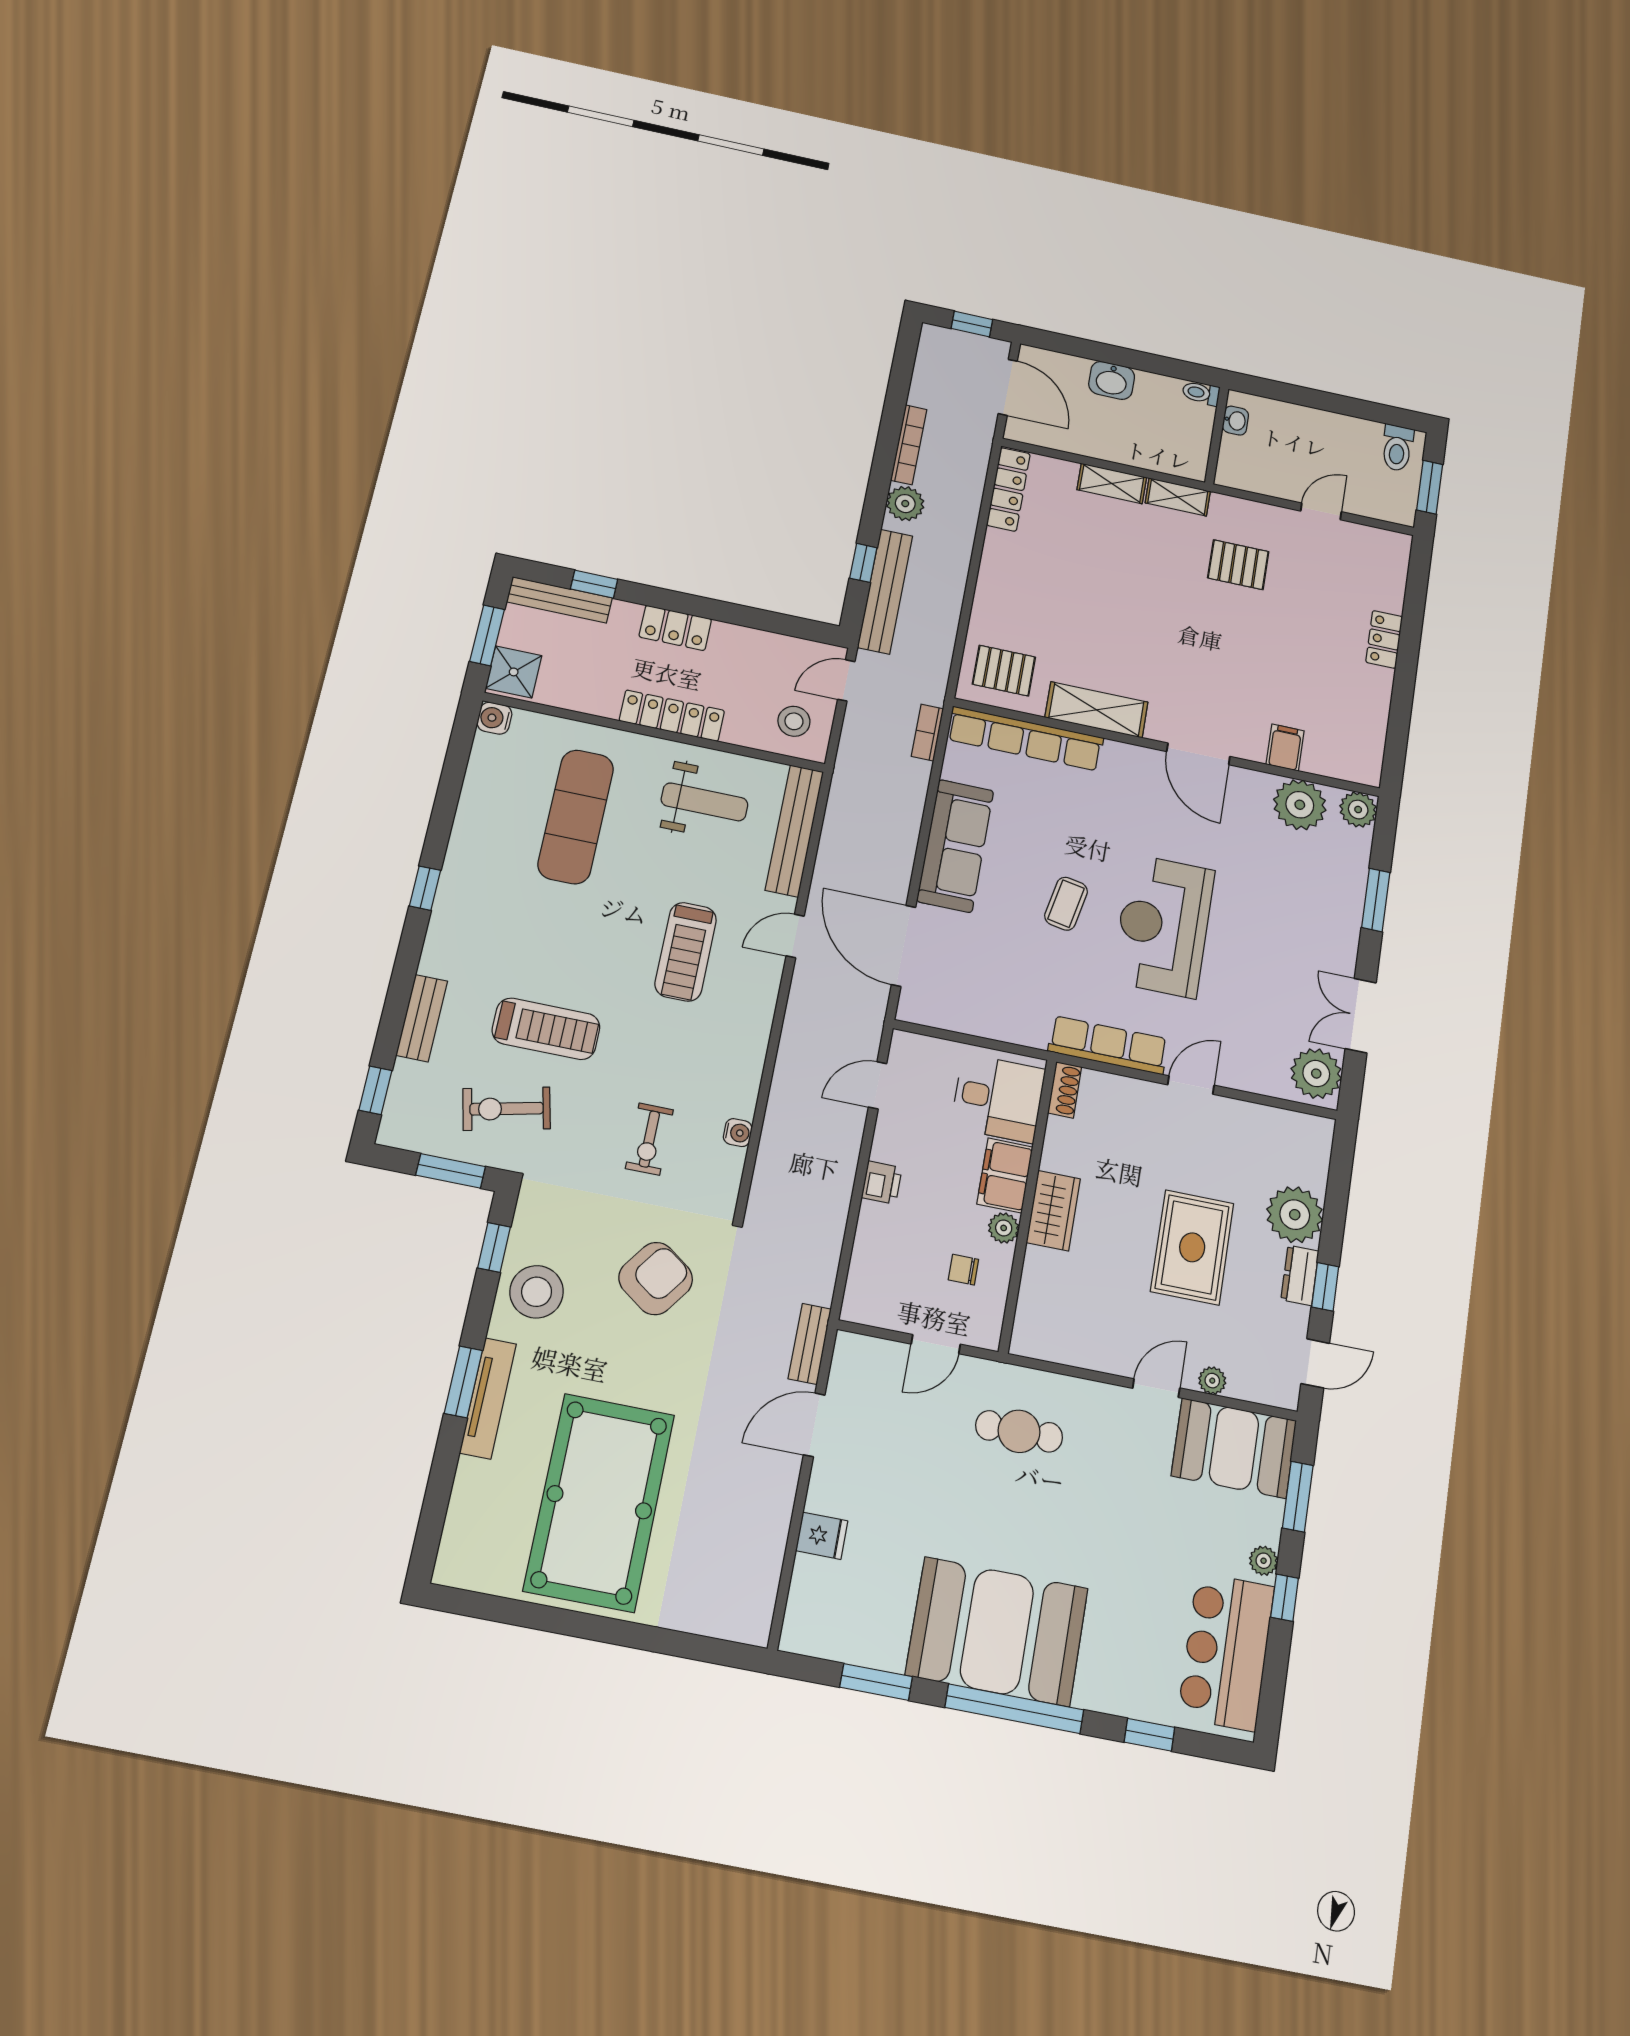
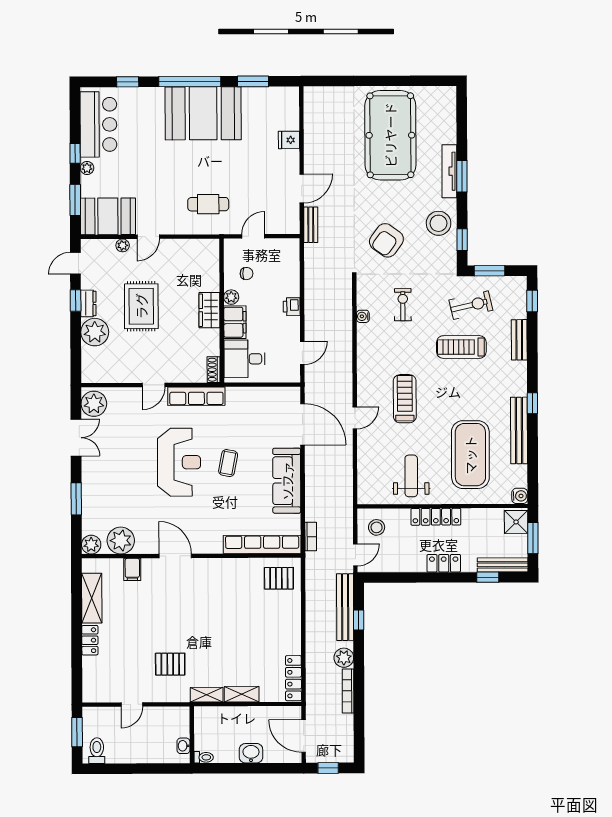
shelving: (1096, 710) -> (92, 598), moved, turned 90
weight bench: (704, 802) -> (411, 476), turned 90
exercise mat: (576, 817) -> (470, 455), width x1.47
bench: (794, 831) -> (519, 430), moved

